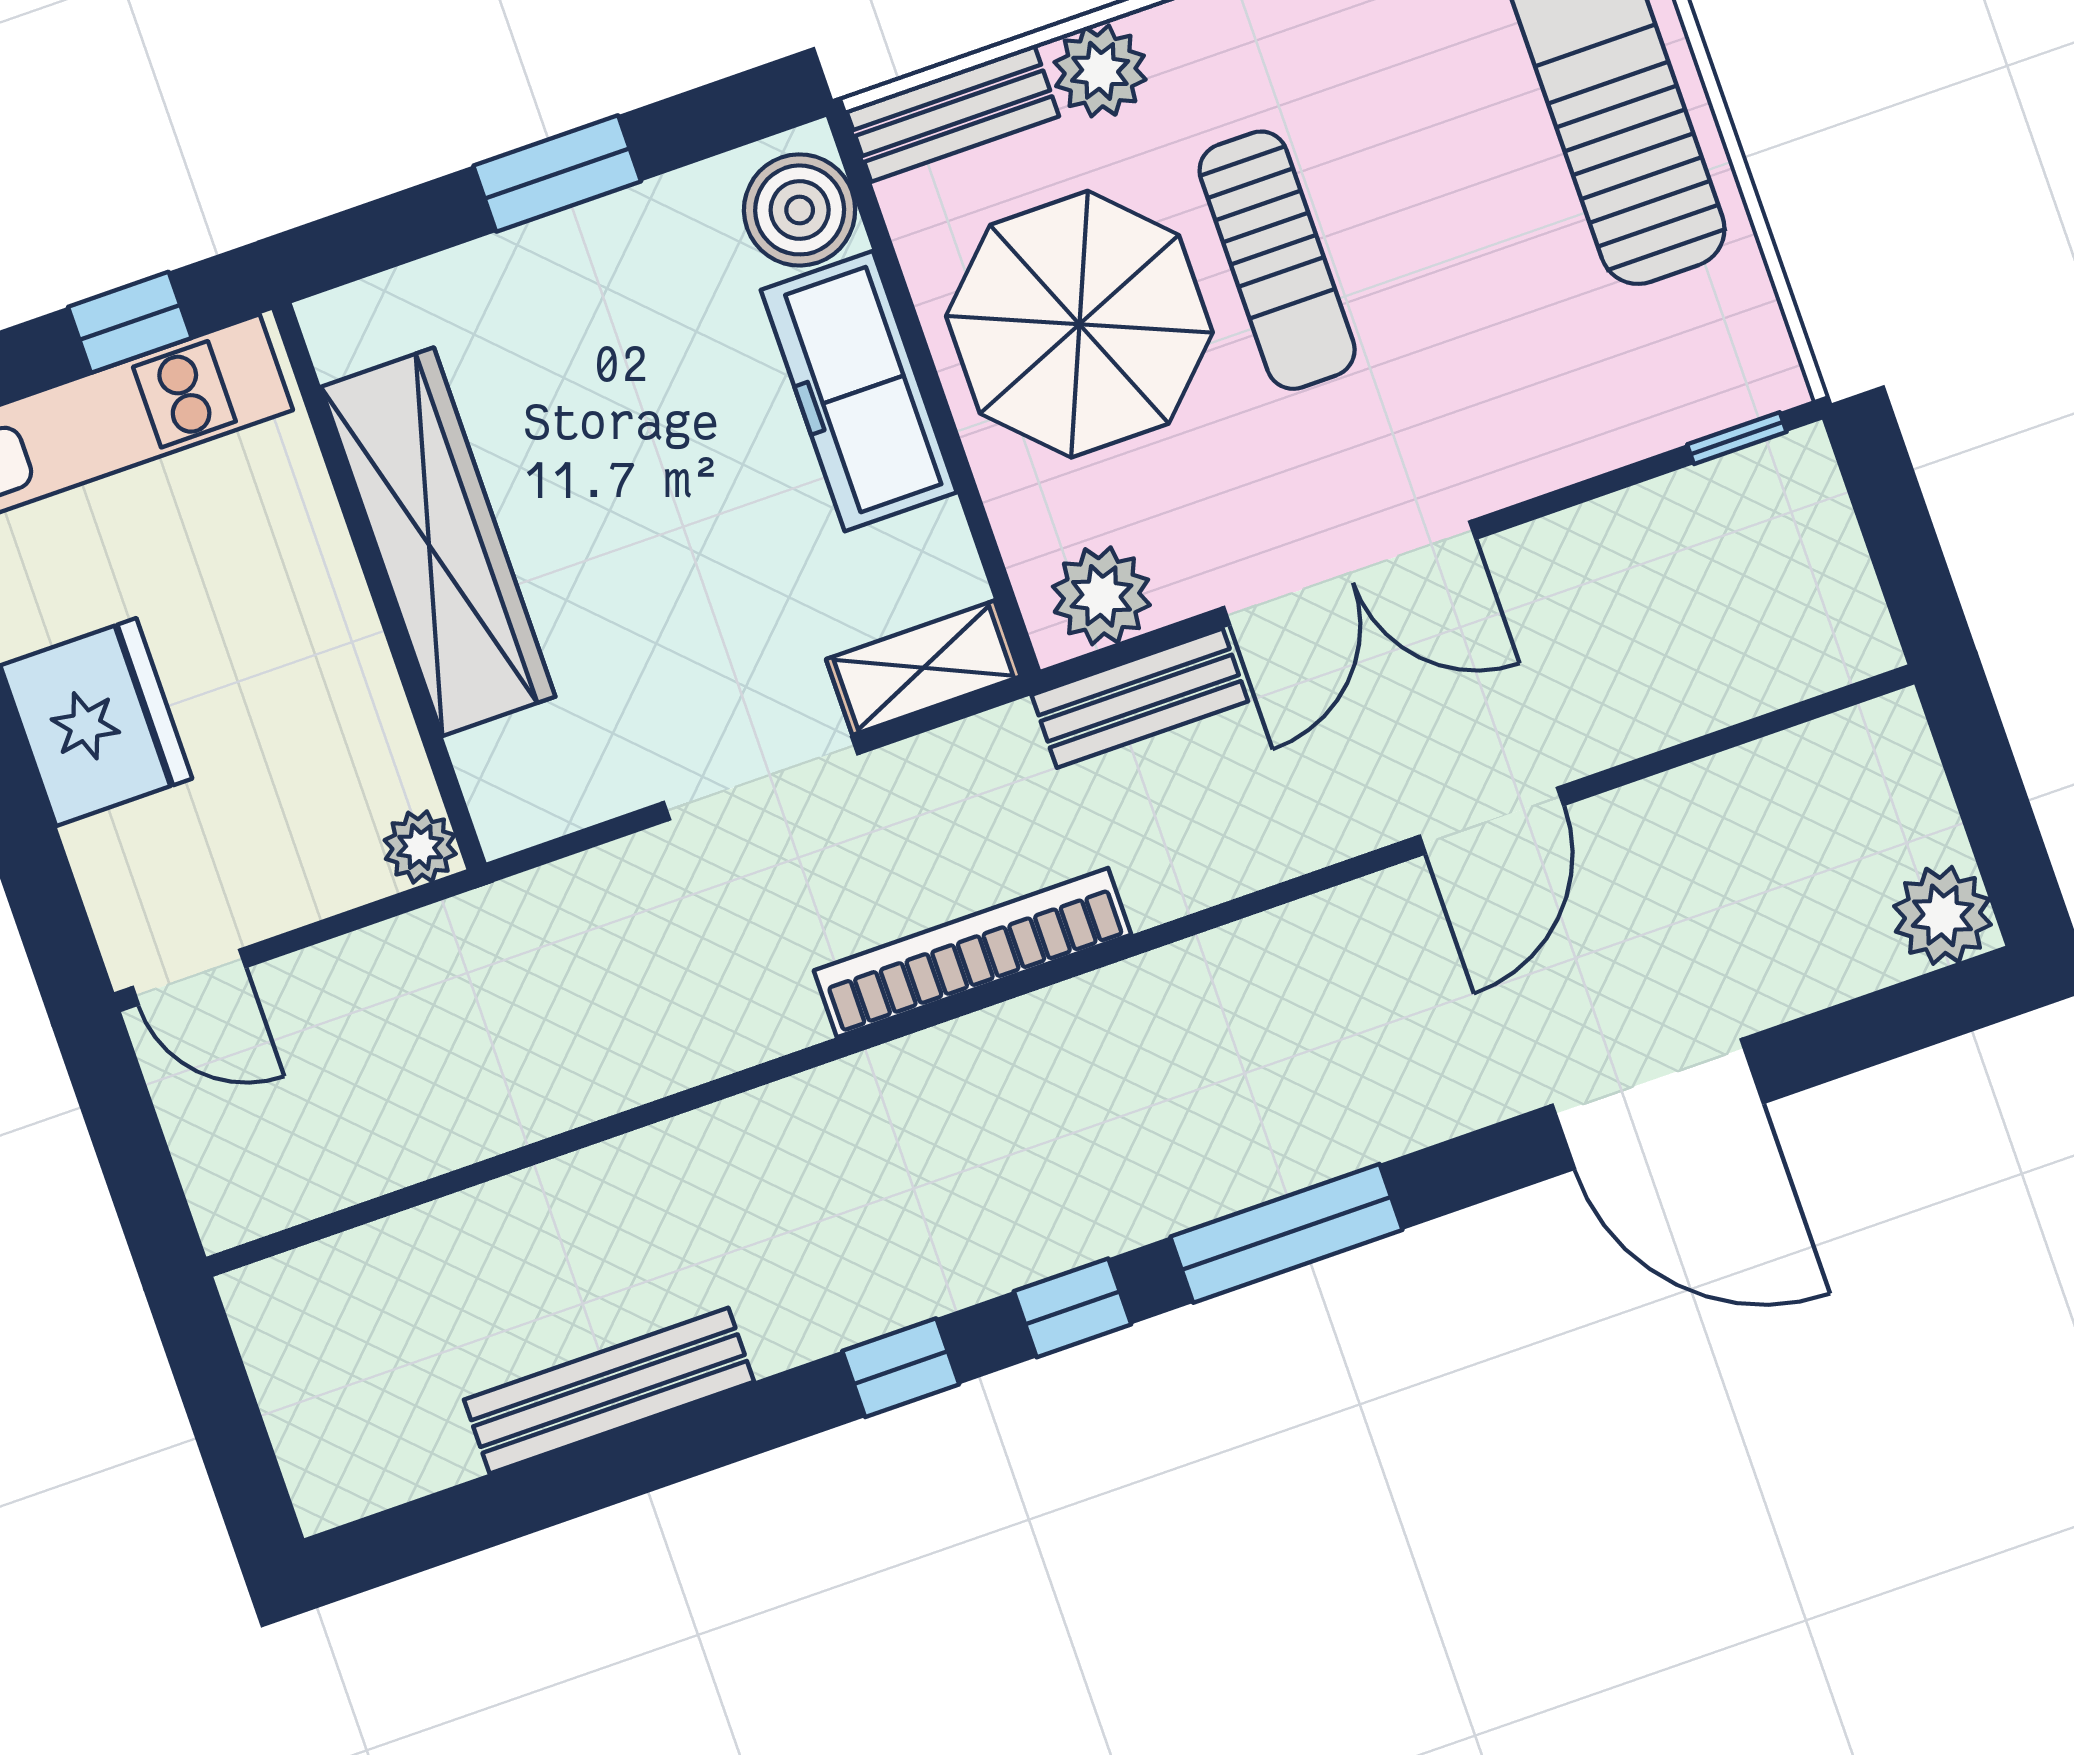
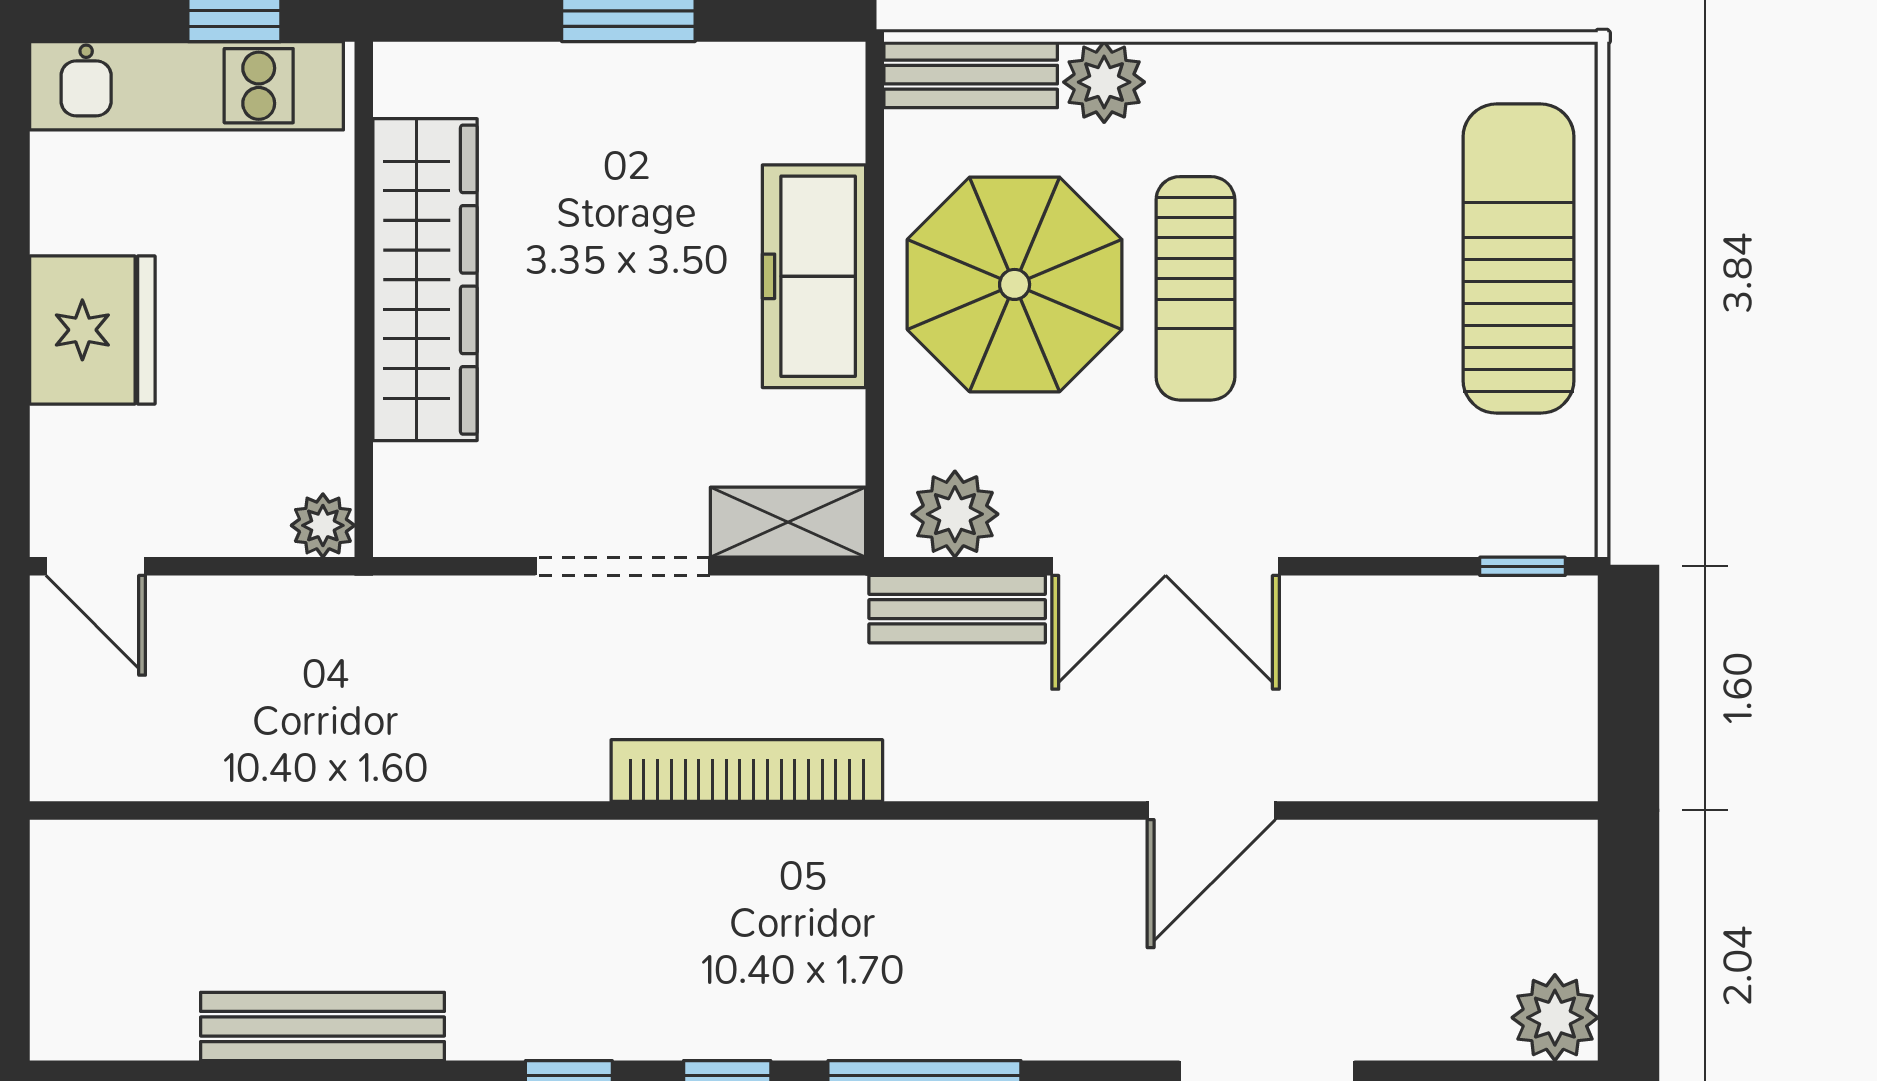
boiler: (800, 210) -> (817, 110), removed

